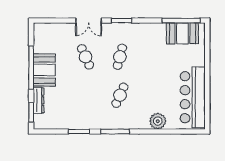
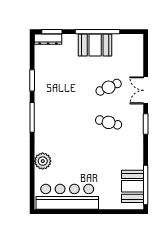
cafe table: (120, 95) -> (69, 122), removed
dresser: (39, 100) -> (48, 39), moved

